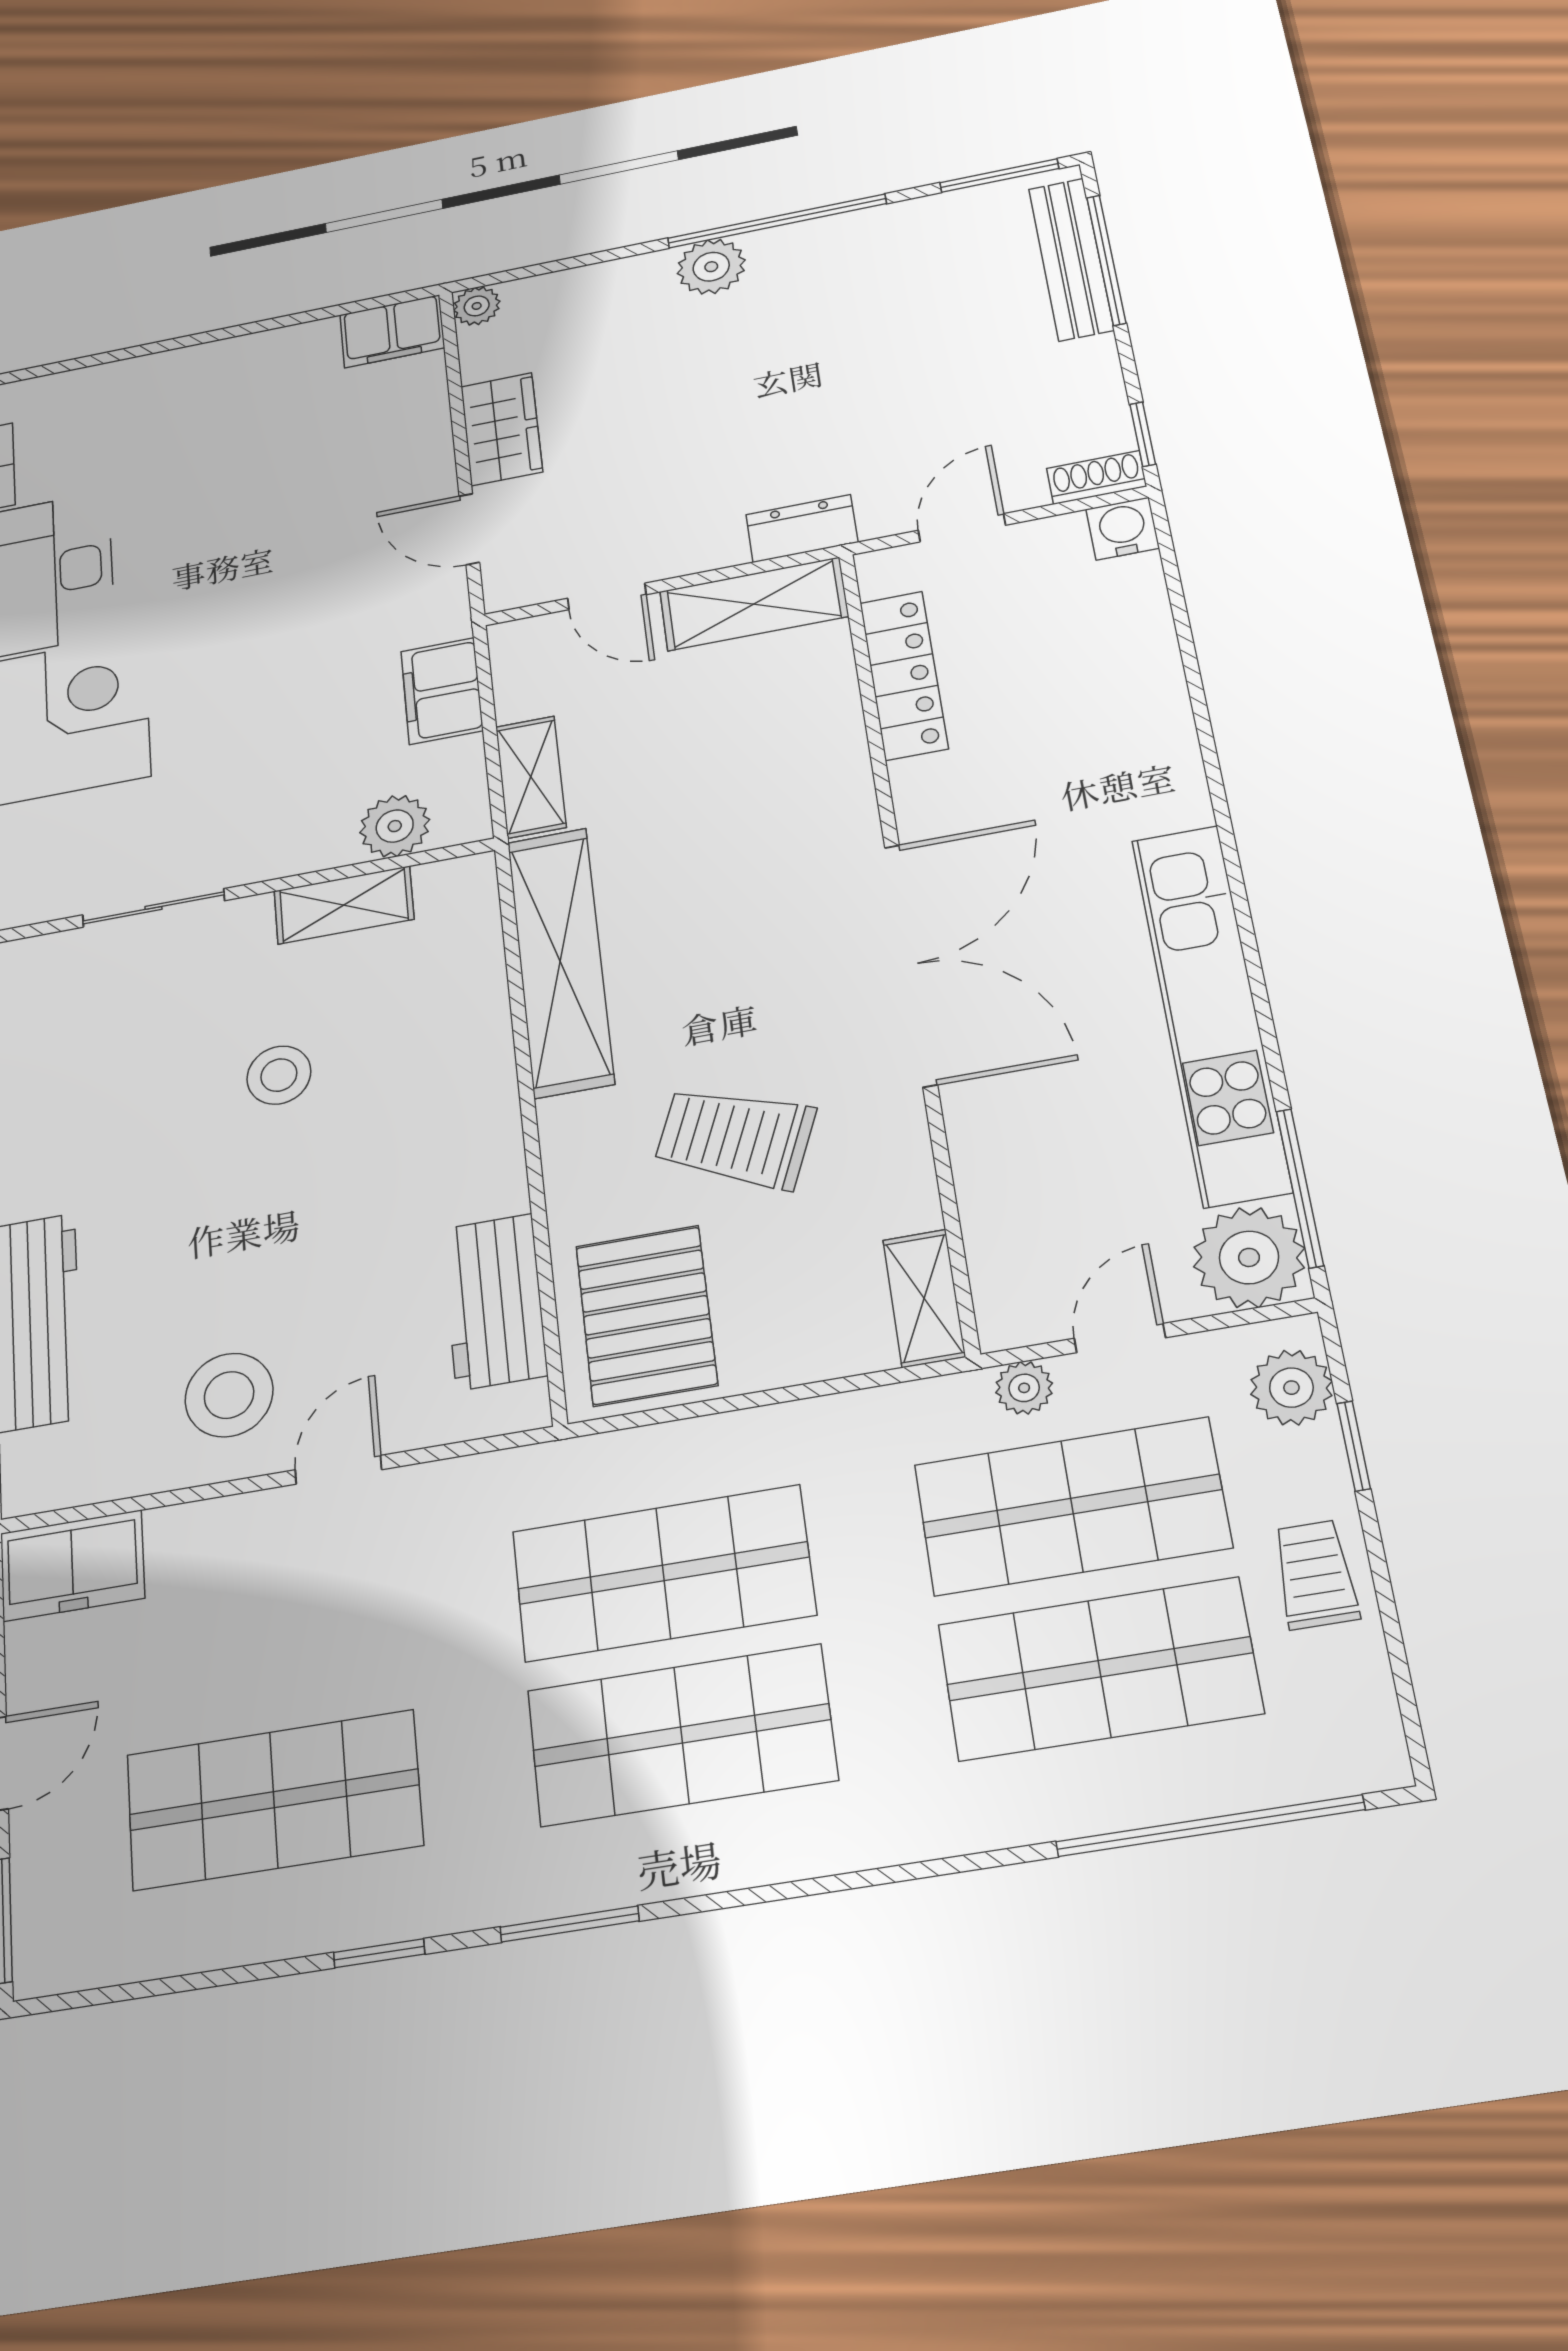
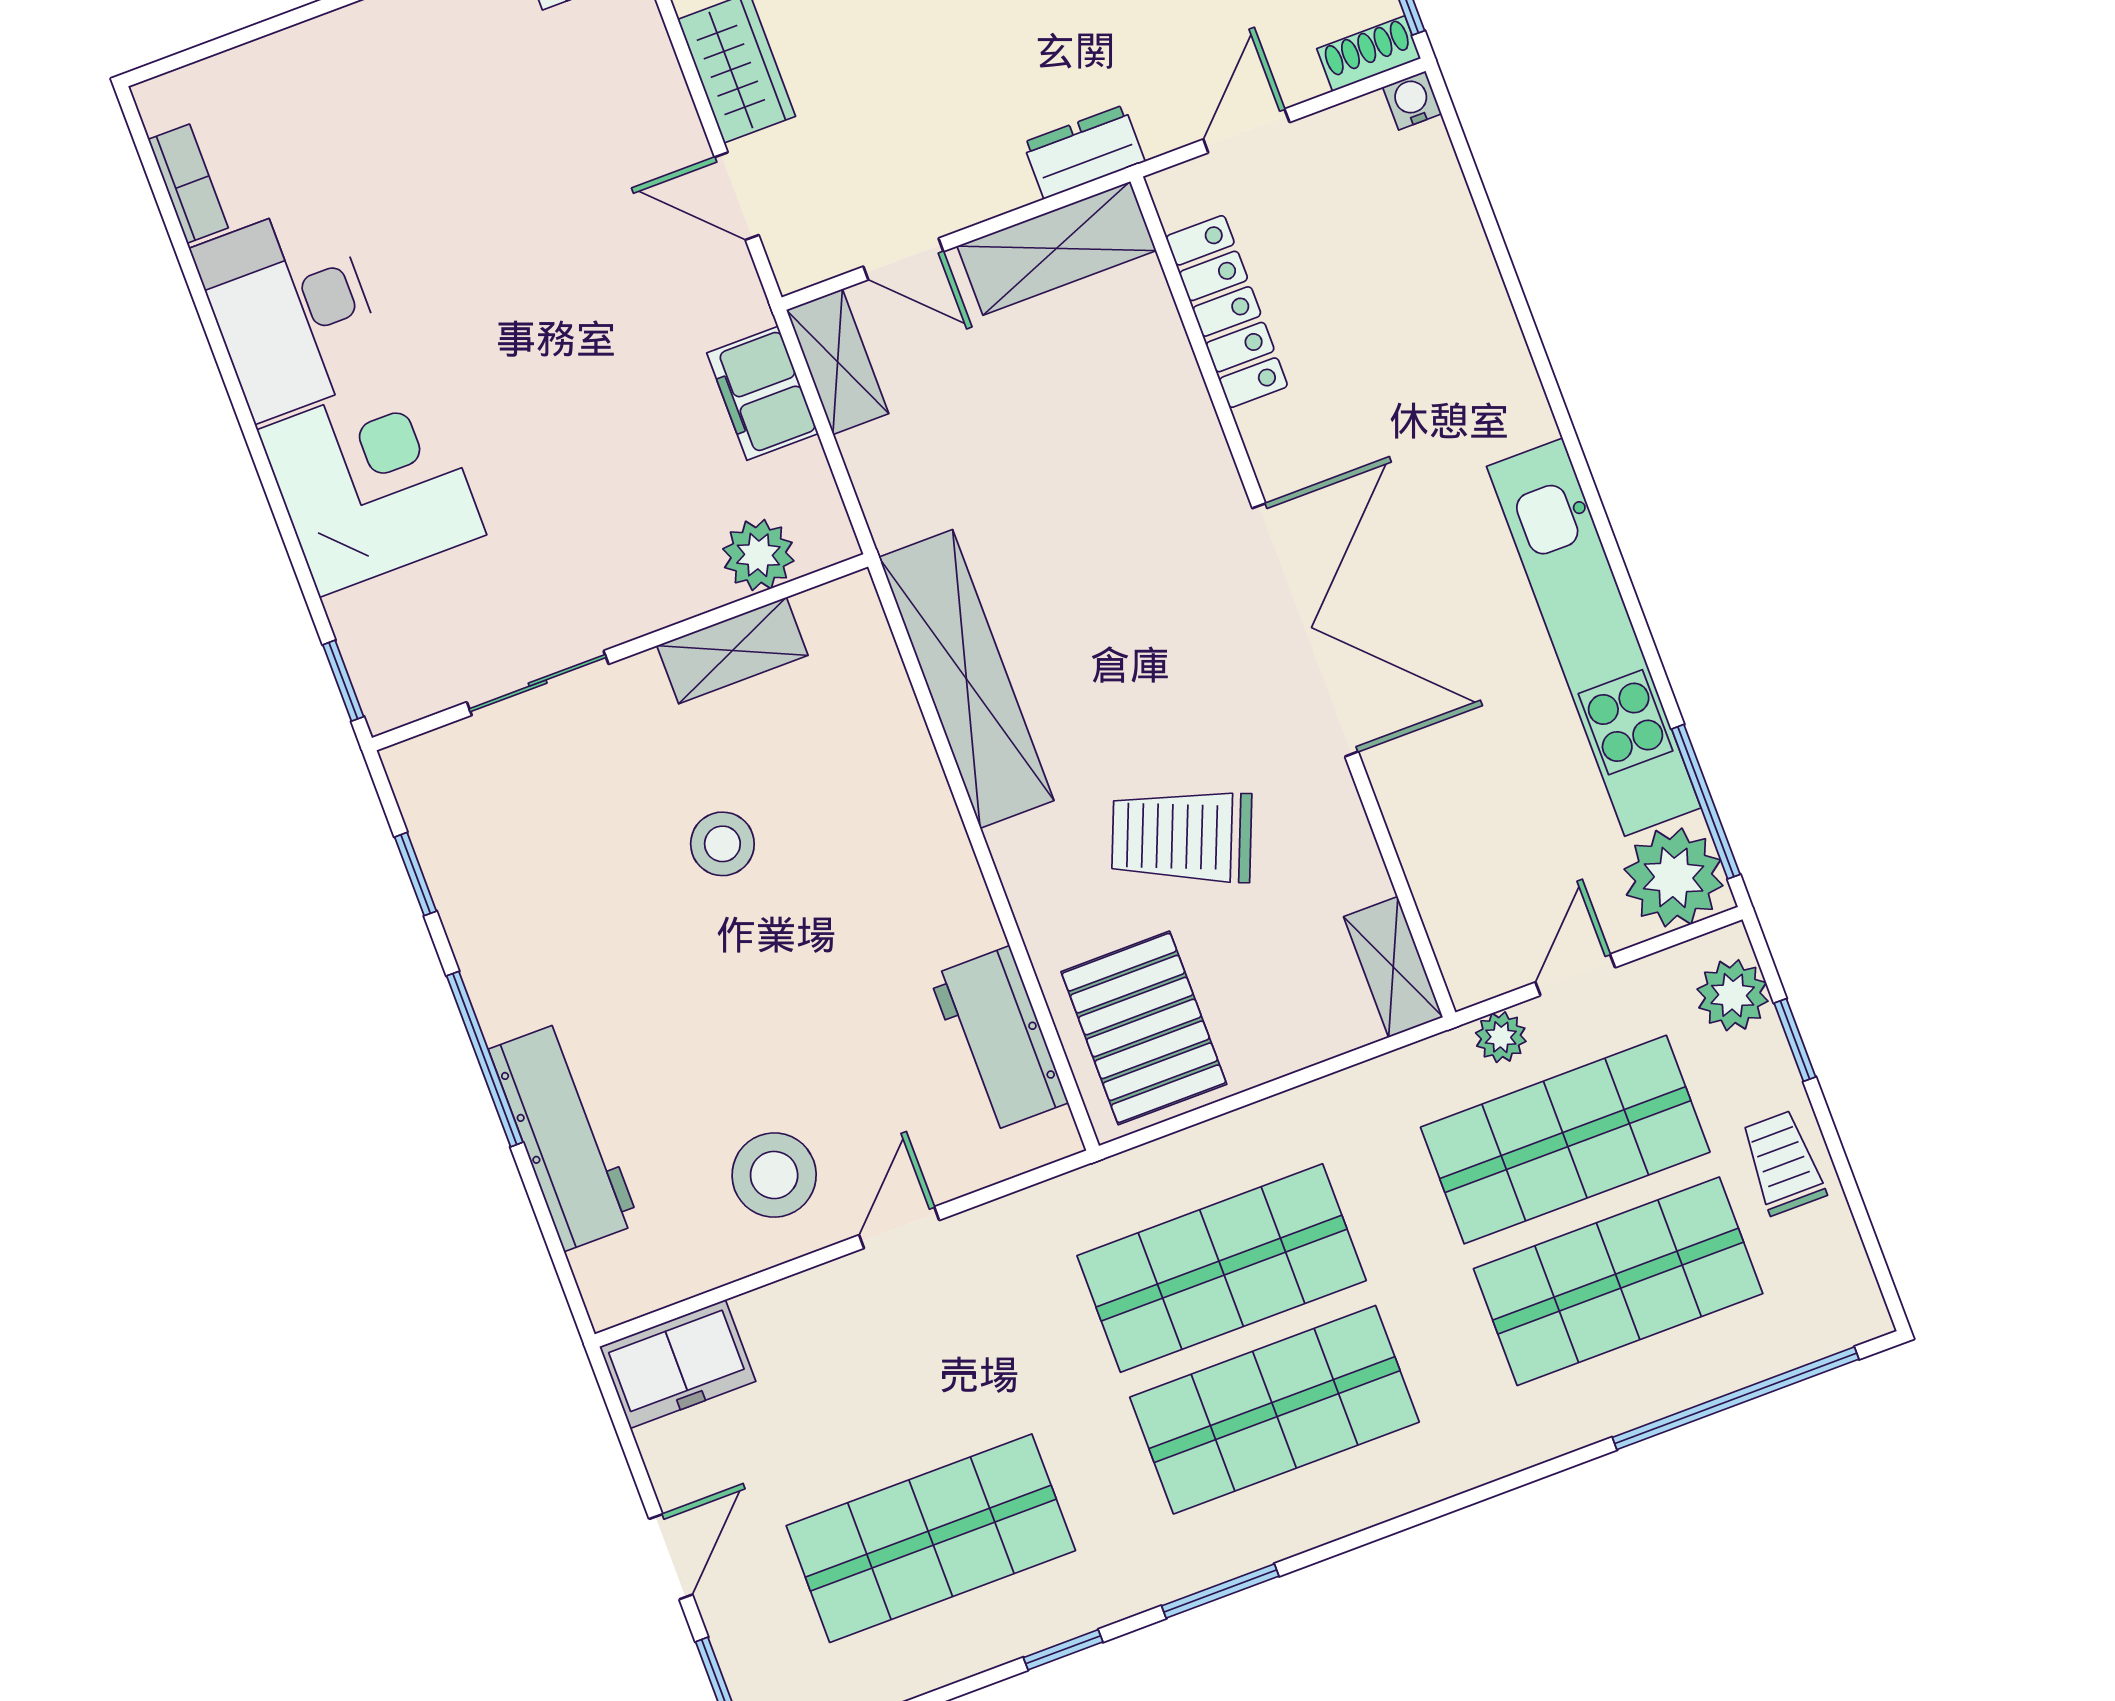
water cooler: (1123, 529) -> (1412, 100), width x0.72, depth x0.72
shelving: (531, 777) -> (838, 362), moved

